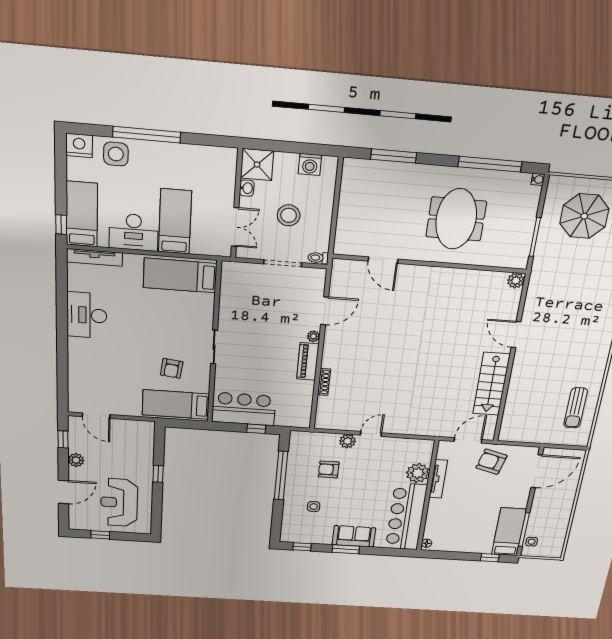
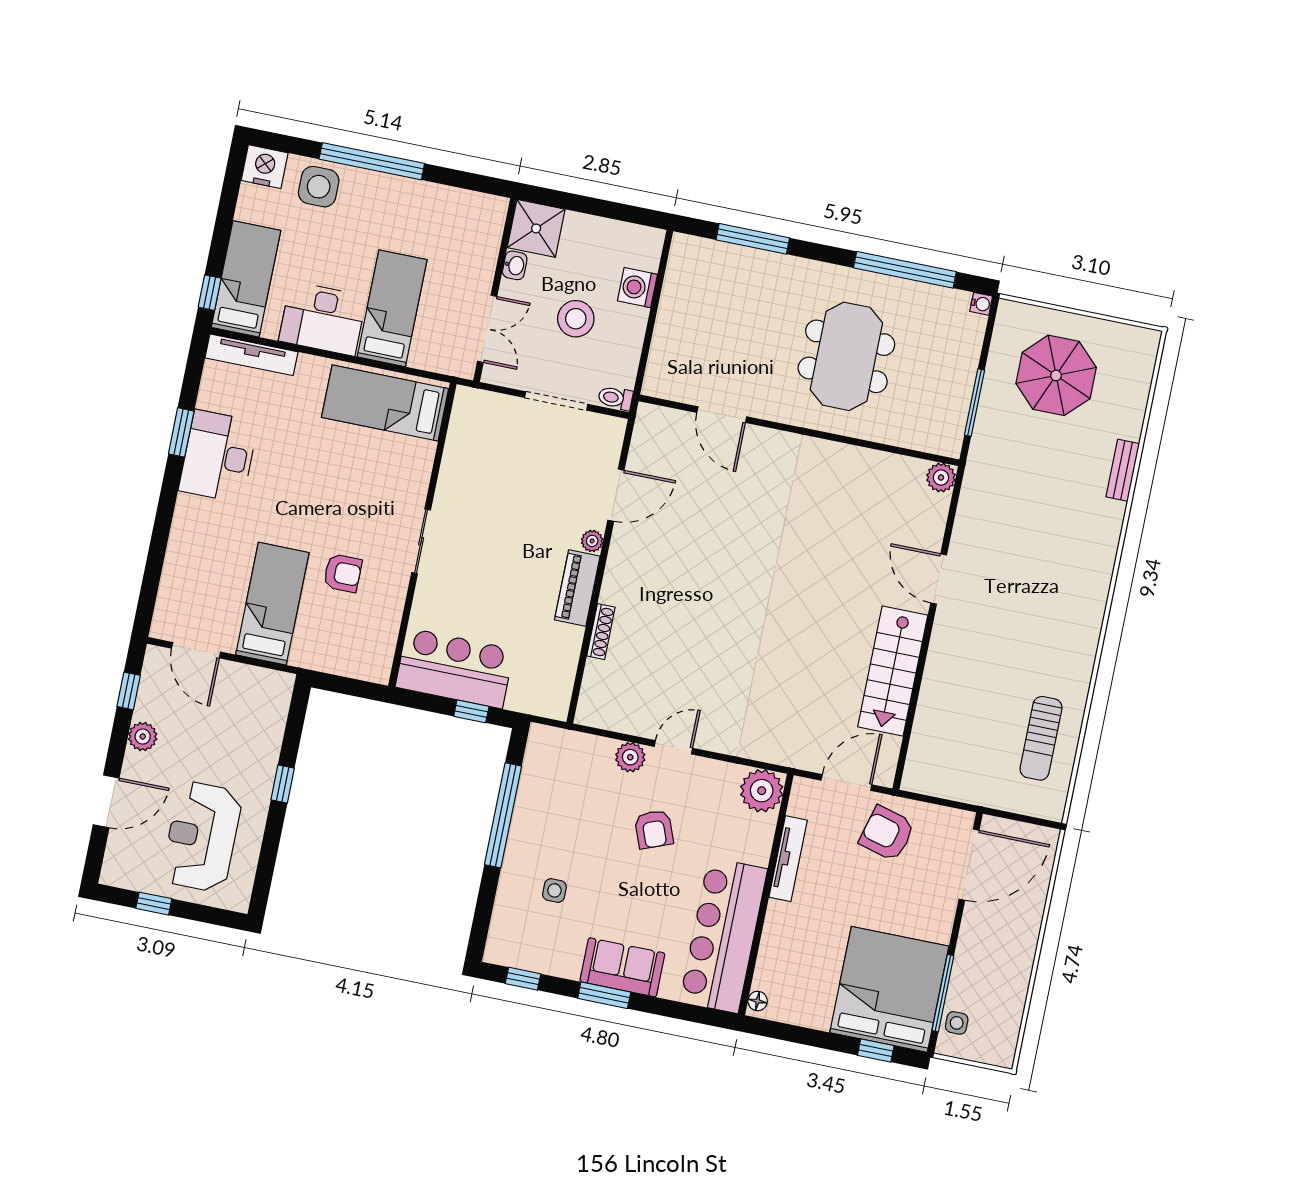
washing machine: (310, 164) -> (637, 288), moved, turned 90
window: (62, 305) -> (181, 432), added
armchair: (172, 368) -> (343, 573), turned -97
bed: (176, 404) -> (272, 604), moved, turned 90
armchair: (329, 469) -> (654, 829), moved, turned -111
plant: (418, 473) -> (762, 791), moved
bed: (509, 532) -> (889, 989), width x2.04

